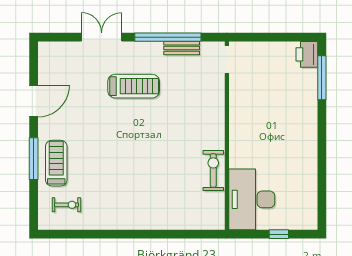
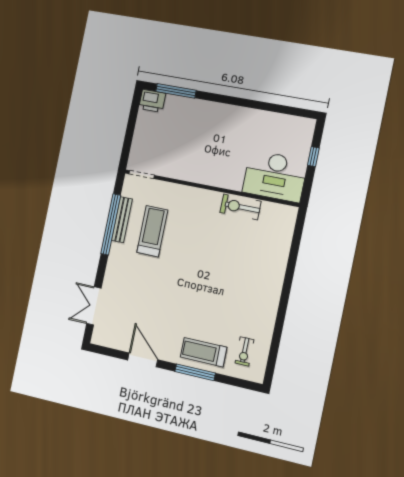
double door: (102, 37) -> (94, 306), moved
bench: (182, 48) -> (122, 220), width x1.36
treadmill: (134, 86) -> (152, 231), moved
exercise bike: (67, 205) -> (244, 351), turned 180

